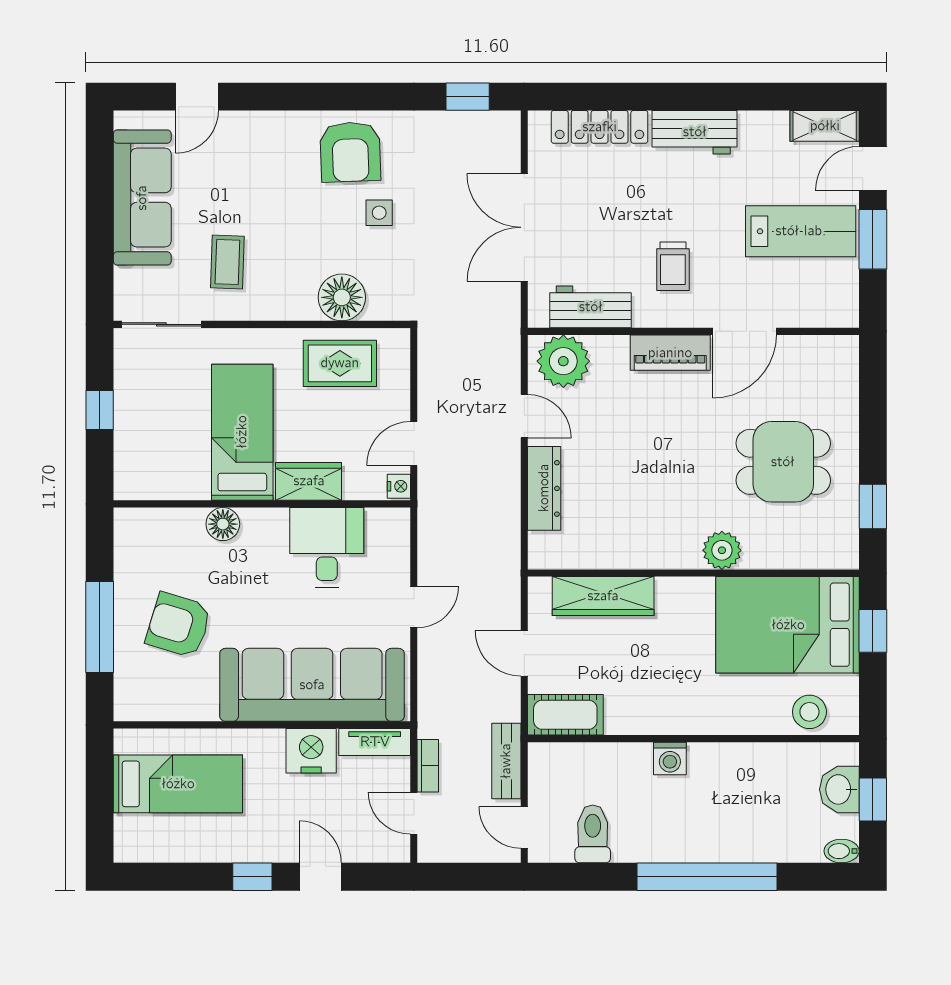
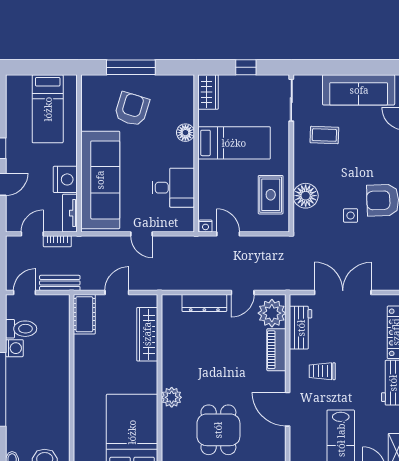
piano: (670, 353) -> (276, 350), moved
wardrobe: (309, 481) -> (208, 92), moved
stool: (809, 712) -> (86, 444), removed
washing machine: (670, 758) -> (14, 348), moved, turned 180

